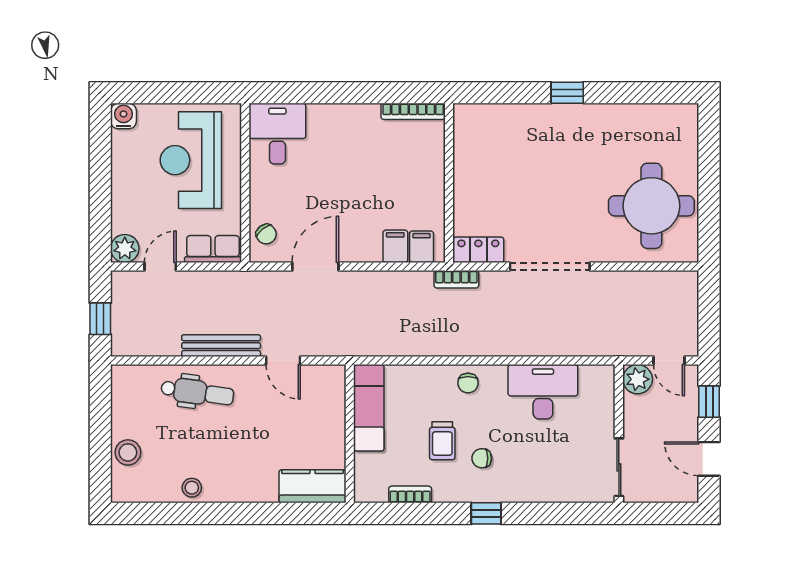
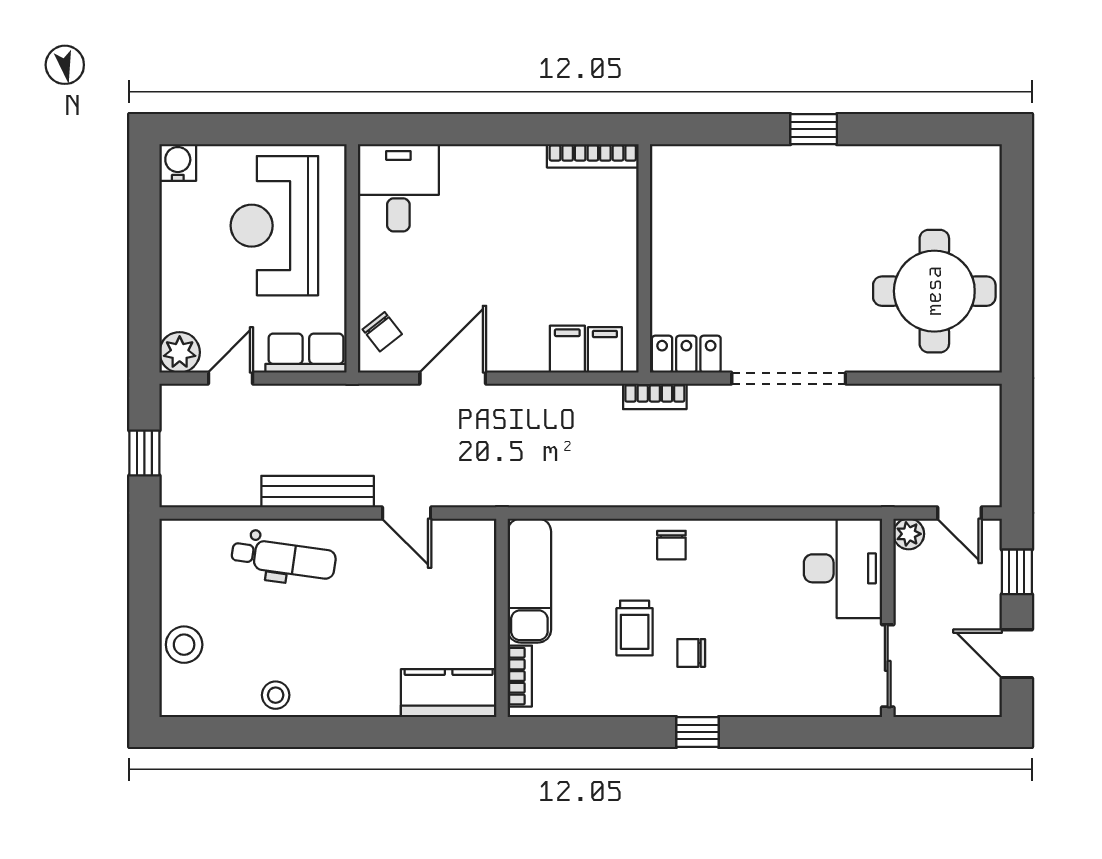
plant: (638, 379) -> (909, 534), width x0.73, depth x0.73
desk: (543, 392) -> (843, 568), moved, turned 90
bookcase: (410, 494) -> (520, 676), moved, turned 90

